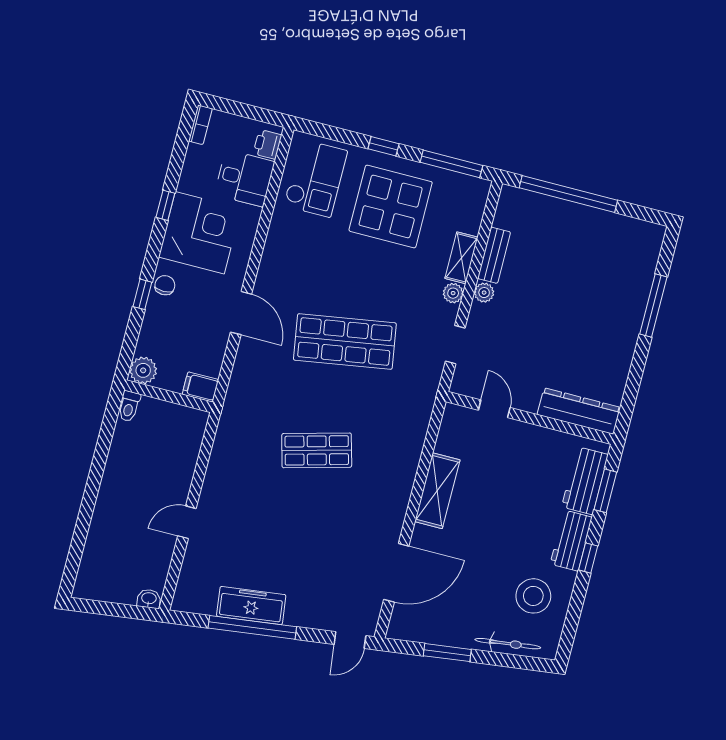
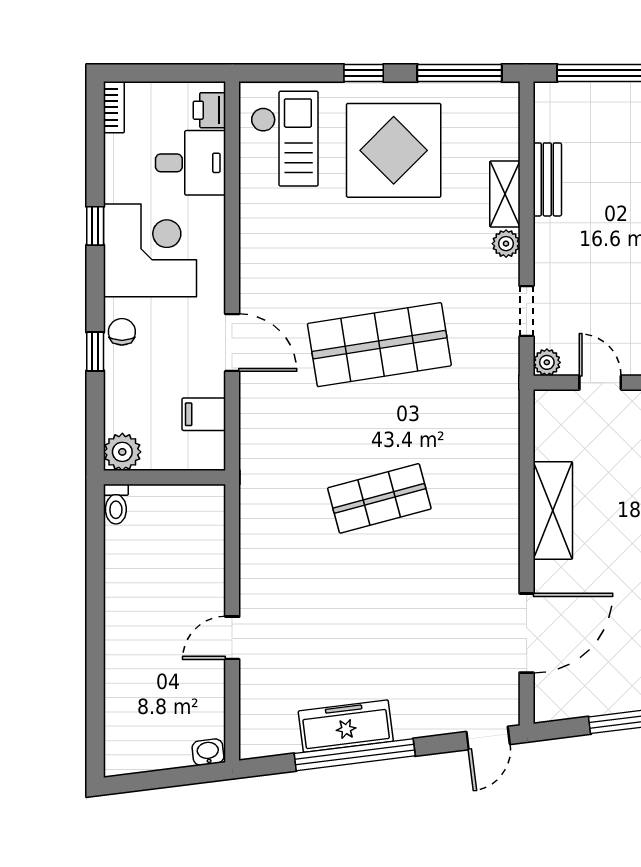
plant: (484, 293) -> (547, 362), moved
filing cabinet: (200, 387) -> (204, 414), moved

